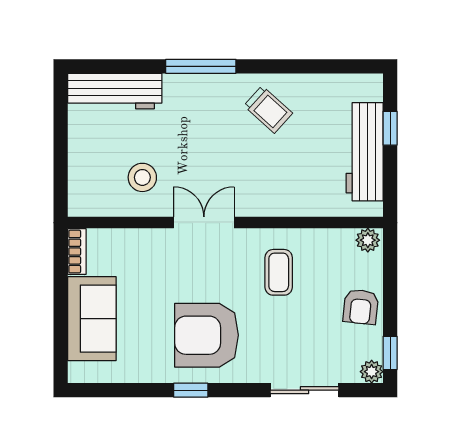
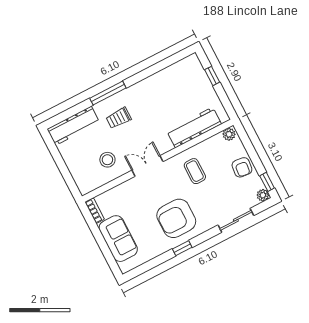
trolley: (268, 109) -> (119, 118), moved, turned 138
workbench: (365, 152) -> (194, 127), moved, turned 90

